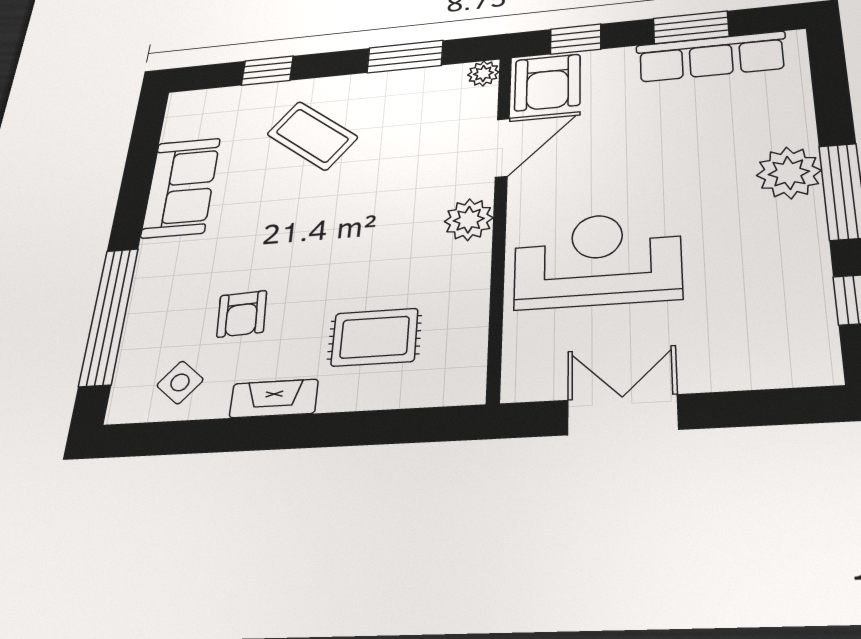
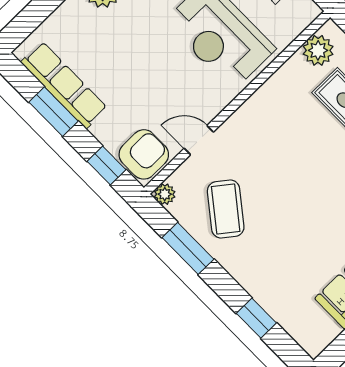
coffee table: (312, 136) -> (226, 209), moved
door: (502, 148) -> (199, 140), width x0.73
plant: (469, 220) -> (318, 50), moved

